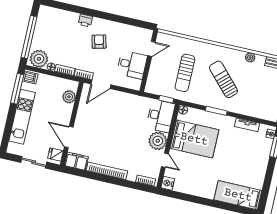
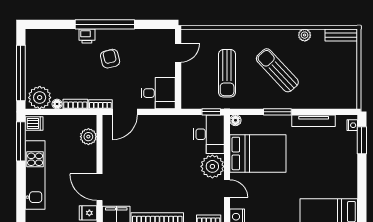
window: (101, 15) -> (105, 24), added
desk: (132, 65) -> (158, 93), moved
tv unit: (247, 125) -> (314, 121), width x1.41

